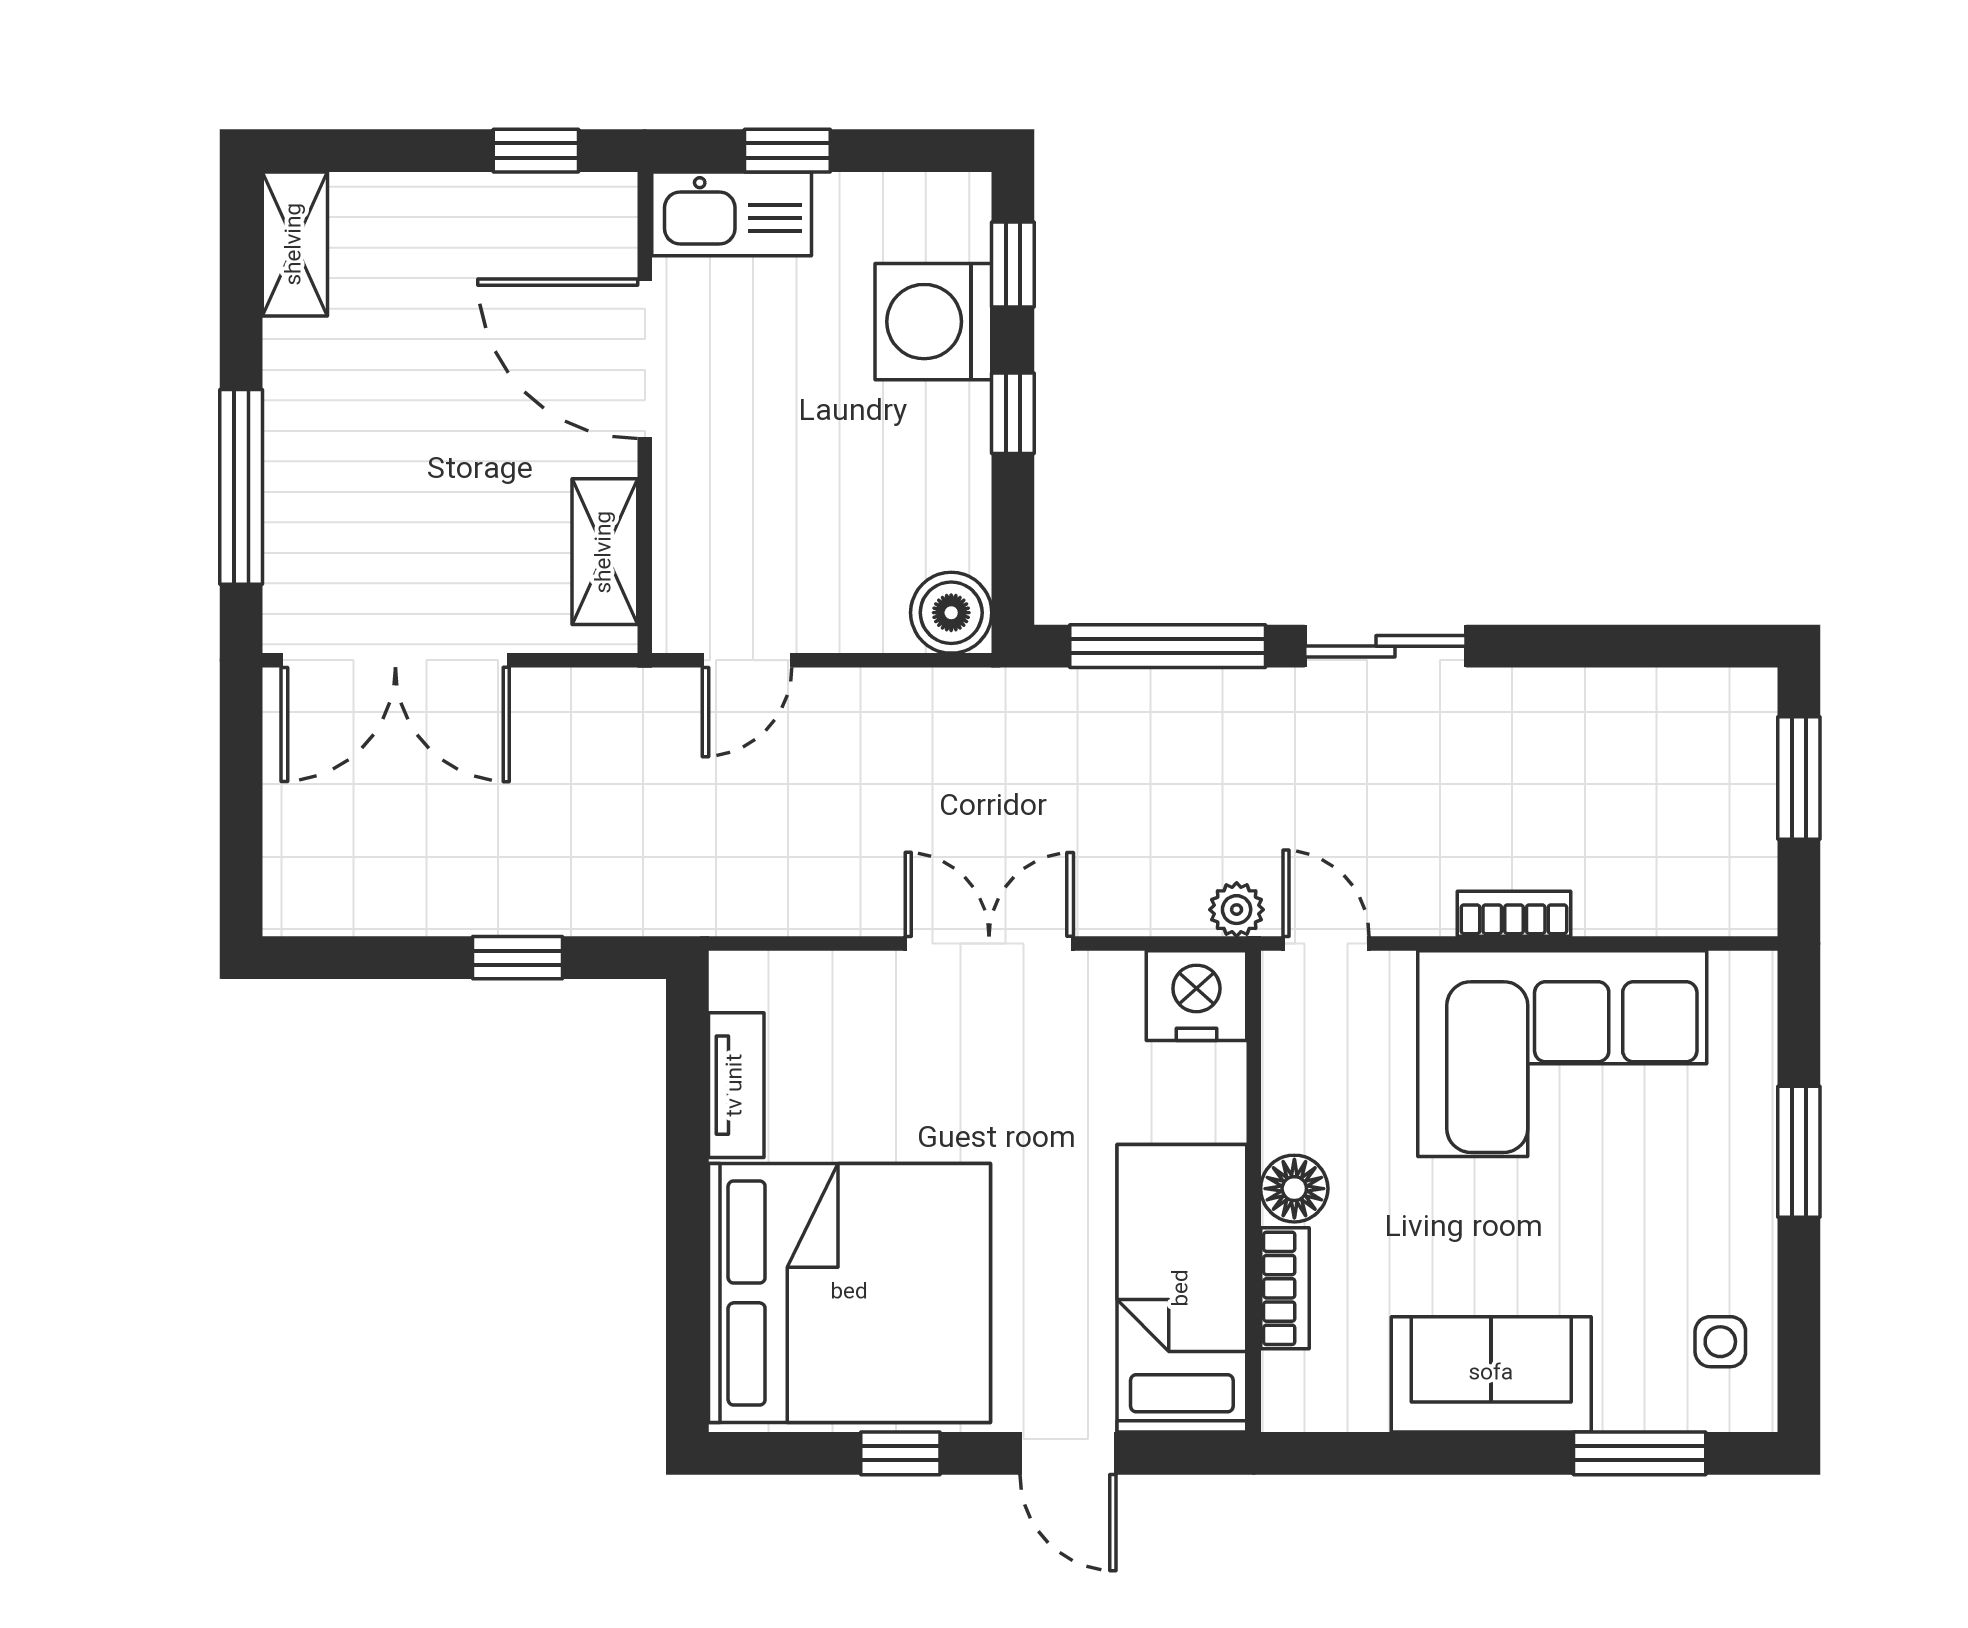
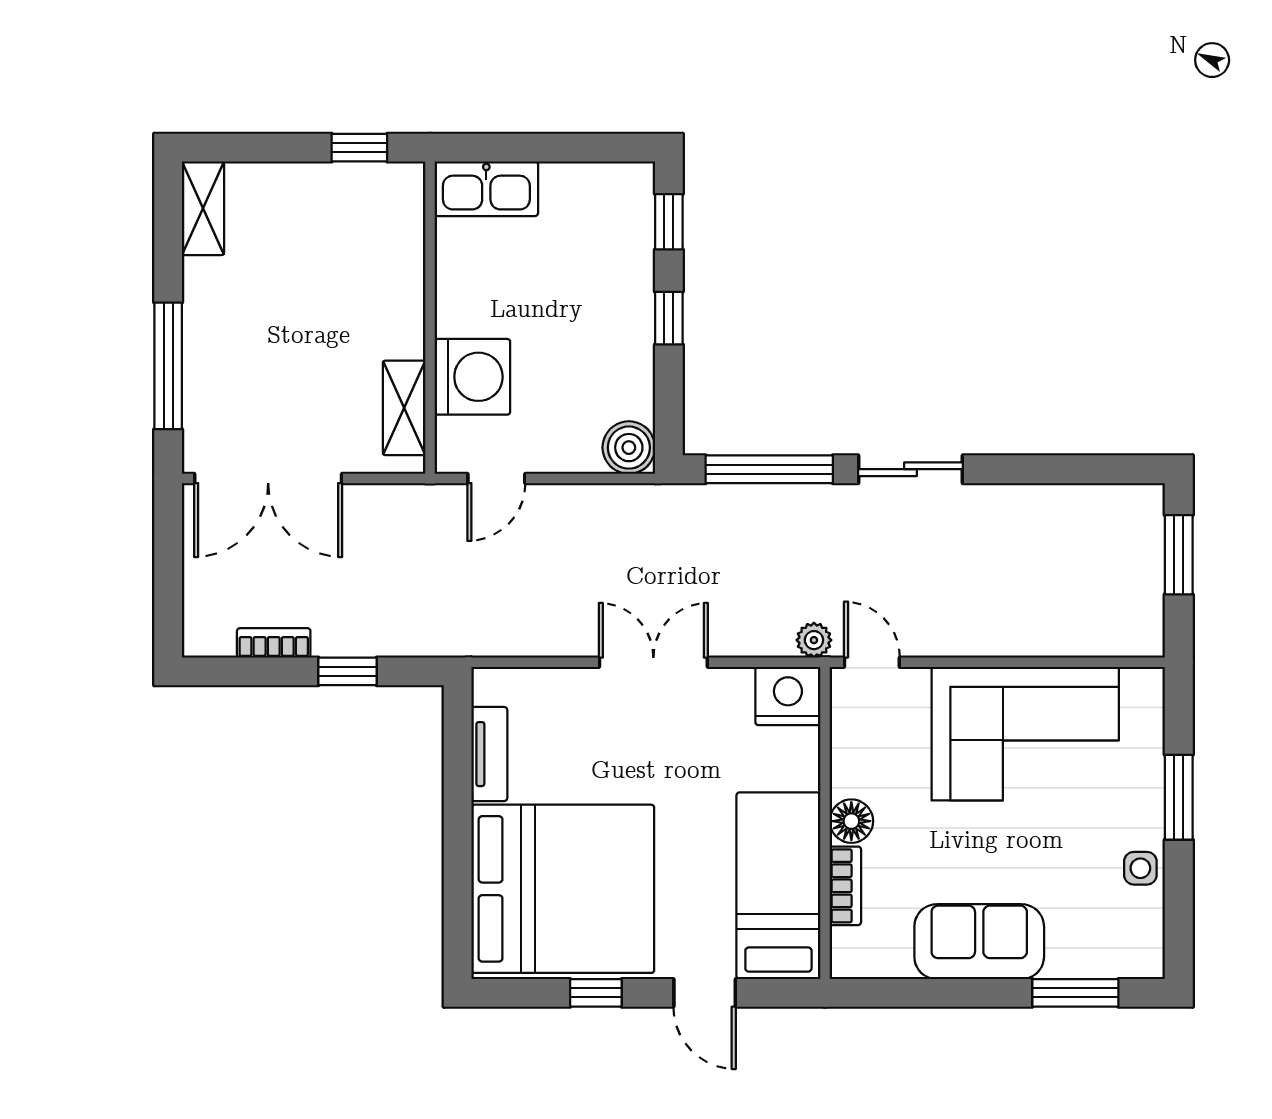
window: (787, 151) -> (523, 148), removed
washing machine: (933, 322) -> (472, 377), moved, turned 180
door: (645, 359) -> (430, 283), removed
bookcase: (1514, 914) -> (274, 643), moved
side table: (1720, 1342) -> (1140, 868), moved

